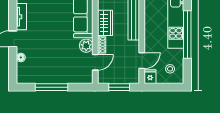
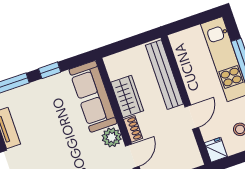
door: (142, 61) -> (192, 117), moved

